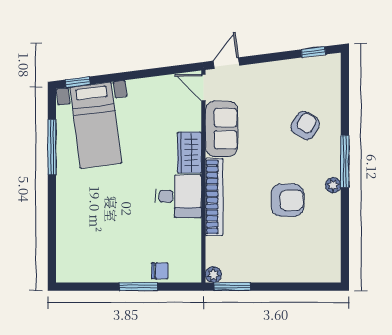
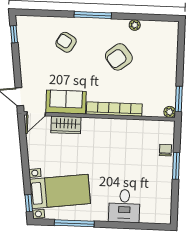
wardrobe: (189, 153) -> (66, 125), moved
plant: (333, 185) -> (135, 25), moved
desk: (178, 196) -> (124, 206), moved, turned 180
armchair: (288, 200) -> (119, 57), turned -128

